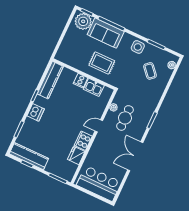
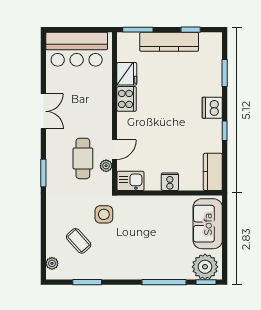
sofa: (106, 33) -> (208, 224), moved, turned -90
side table: (138, 47) -> (104, 214), moved
rug: (102, 63) -> (152, 220), removed
kitchen counter: (50, 80) -> (213, 172), width x0.67
kitchen sink: (94, 87) -> (131, 181), moved
door: (99, 126) -> (115, 150), moved
kitchen counter: (29, 156) -> (169, 42), moved
double door: (135, 156) -> (43, 111), width x0.73

